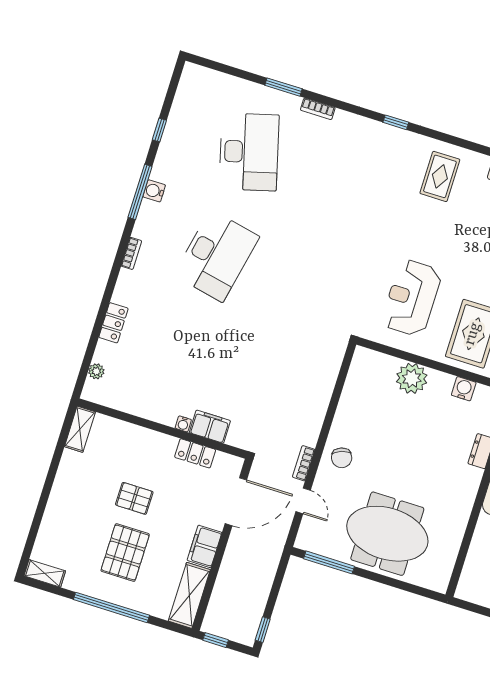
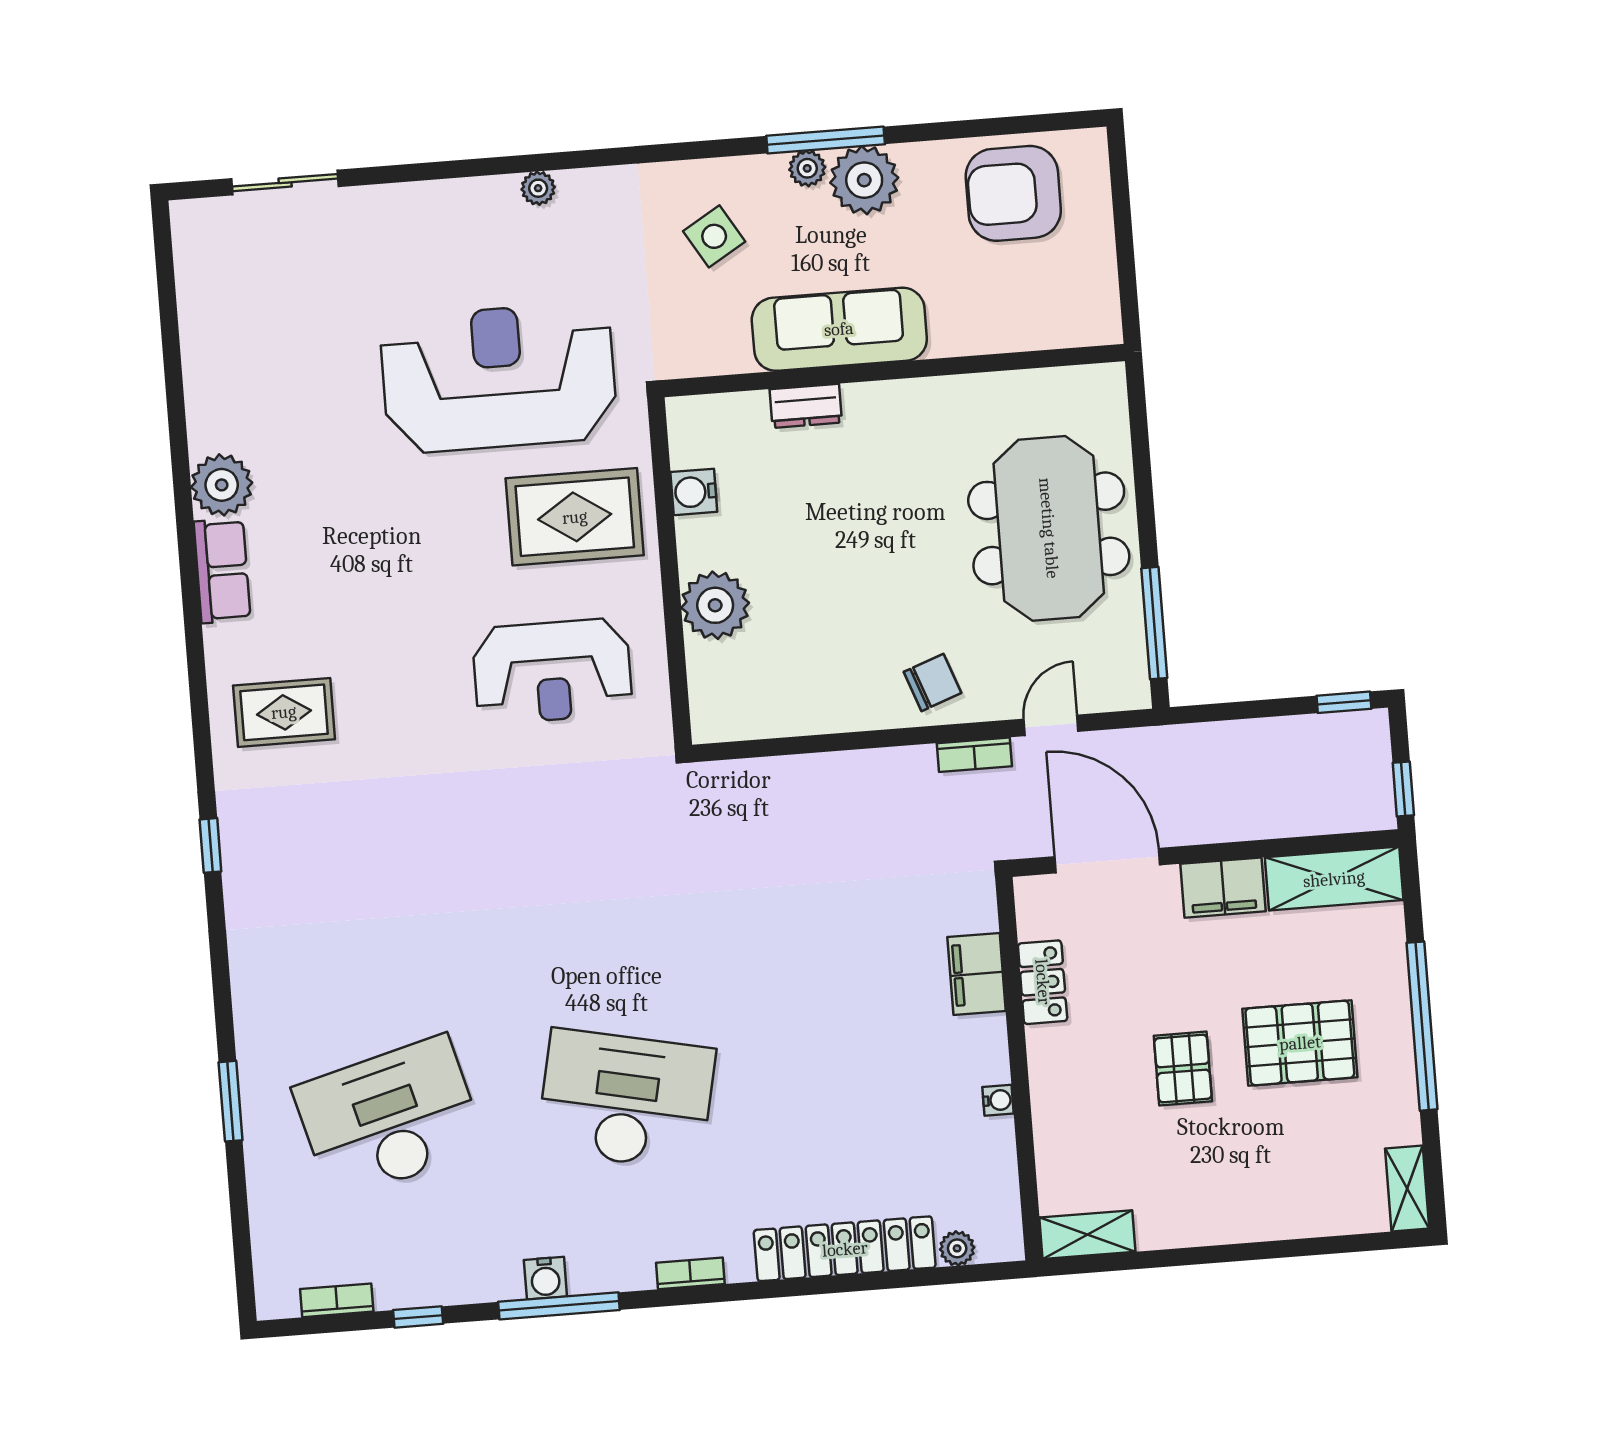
bookcase: (318, 109) -> (337, 1300), moved, turned -90
locker: (113, 323) -> (845, 1249), width x2.16, depth x1.21
water cooler: (183, 424) -> (998, 1100), moved

